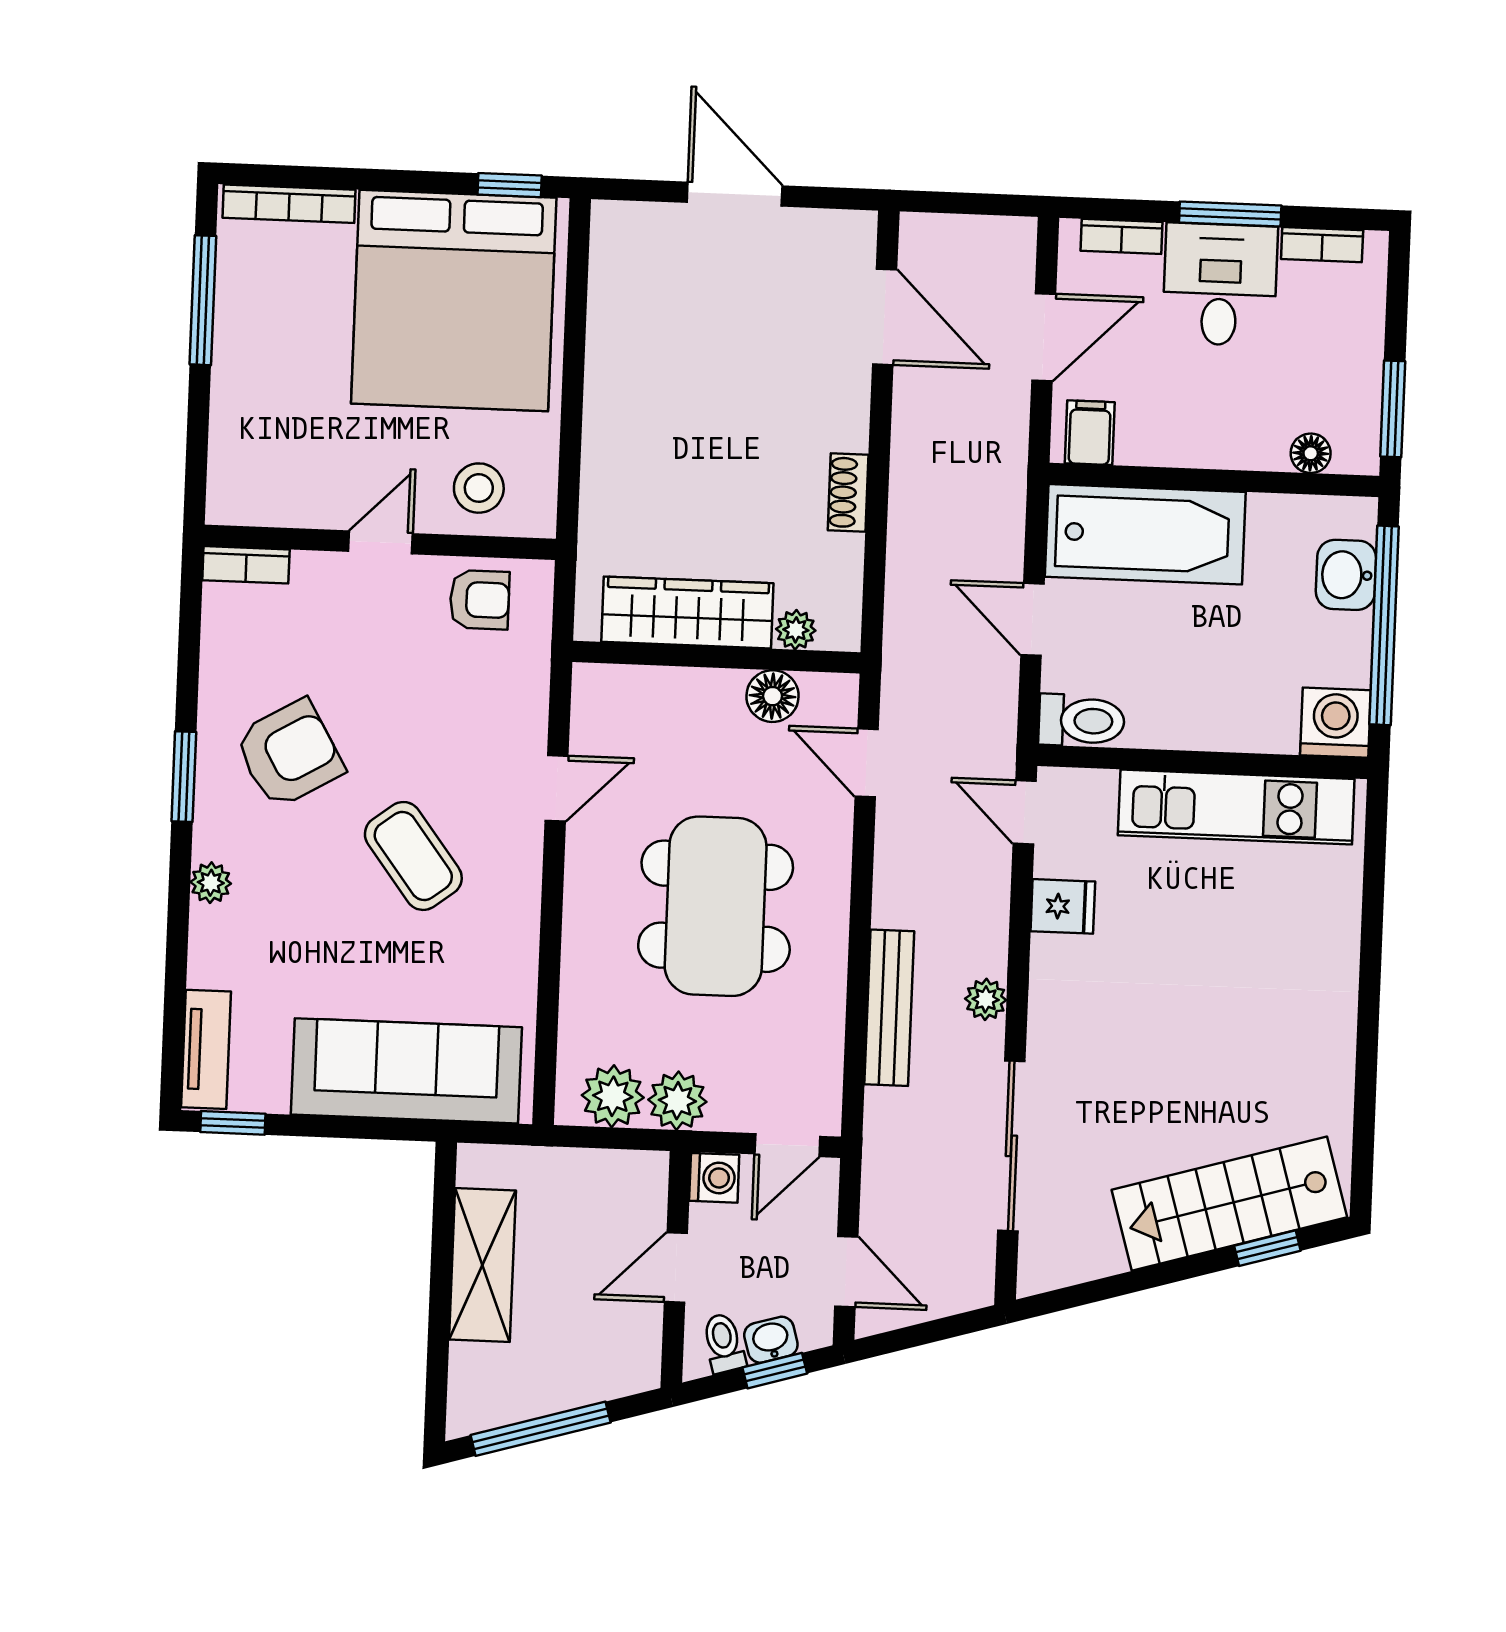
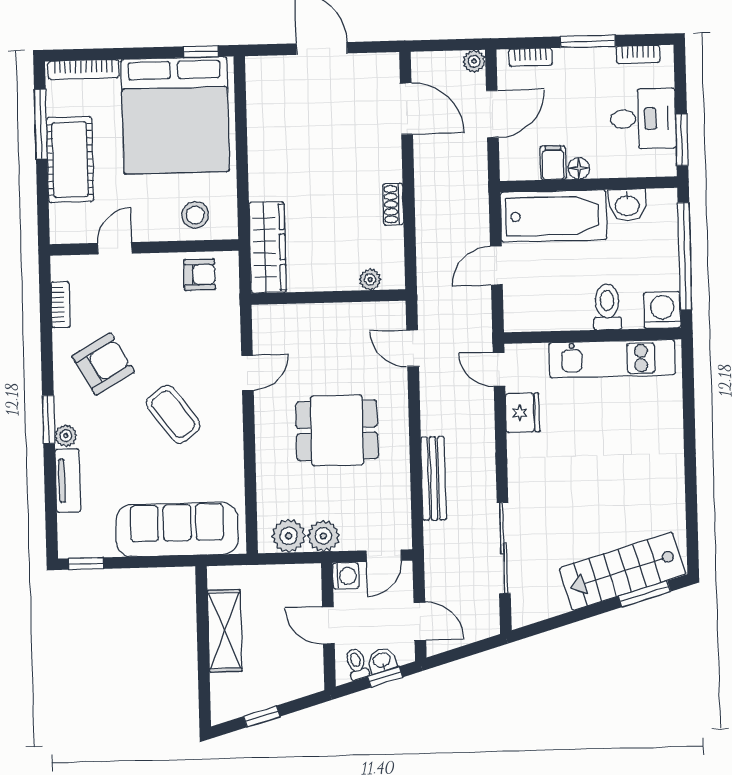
desk: (1220, 284) -> (643, 119), moved, turned 90
cot: (253, 370) -> (70, 160), added
filing cabinet: (1090, 433) -> (553, 163), moved
floor lamp: (1311, 453) -> (579, 168), moved
door: (381, 542) -> (115, 248), moved
bookcase: (246, 565) -> (60, 305), moved, turned -90
washbasin: (1346, 575) -> (627, 205), moved, turned -90
wardrobe: (687, 613) -> (268, 247), moved, turned 90
door: (1032, 619) -> (496, 266), hinge flipped
floor lamp: (773, 696) -> (360, 316), removed
toilet: (1082, 721) -> (607, 307), moved, turned -90
window: (184, 777) -> (49, 419), moved
dining table: (716, 906) -> (337, 430), width x0.73
fridge: (1063, 906) -> (523, 413), width x1.38
plant: (986, 999) -> (474, 61), moved
tv unit: (206, 1049) -> (68, 481), moved
window: (1267, 1248) -> (644, 594), width x1.50
door: (676, 1268) -> (328, 625), hinge flipped
window: (541, 1429) -> (262, 716), width x0.46

